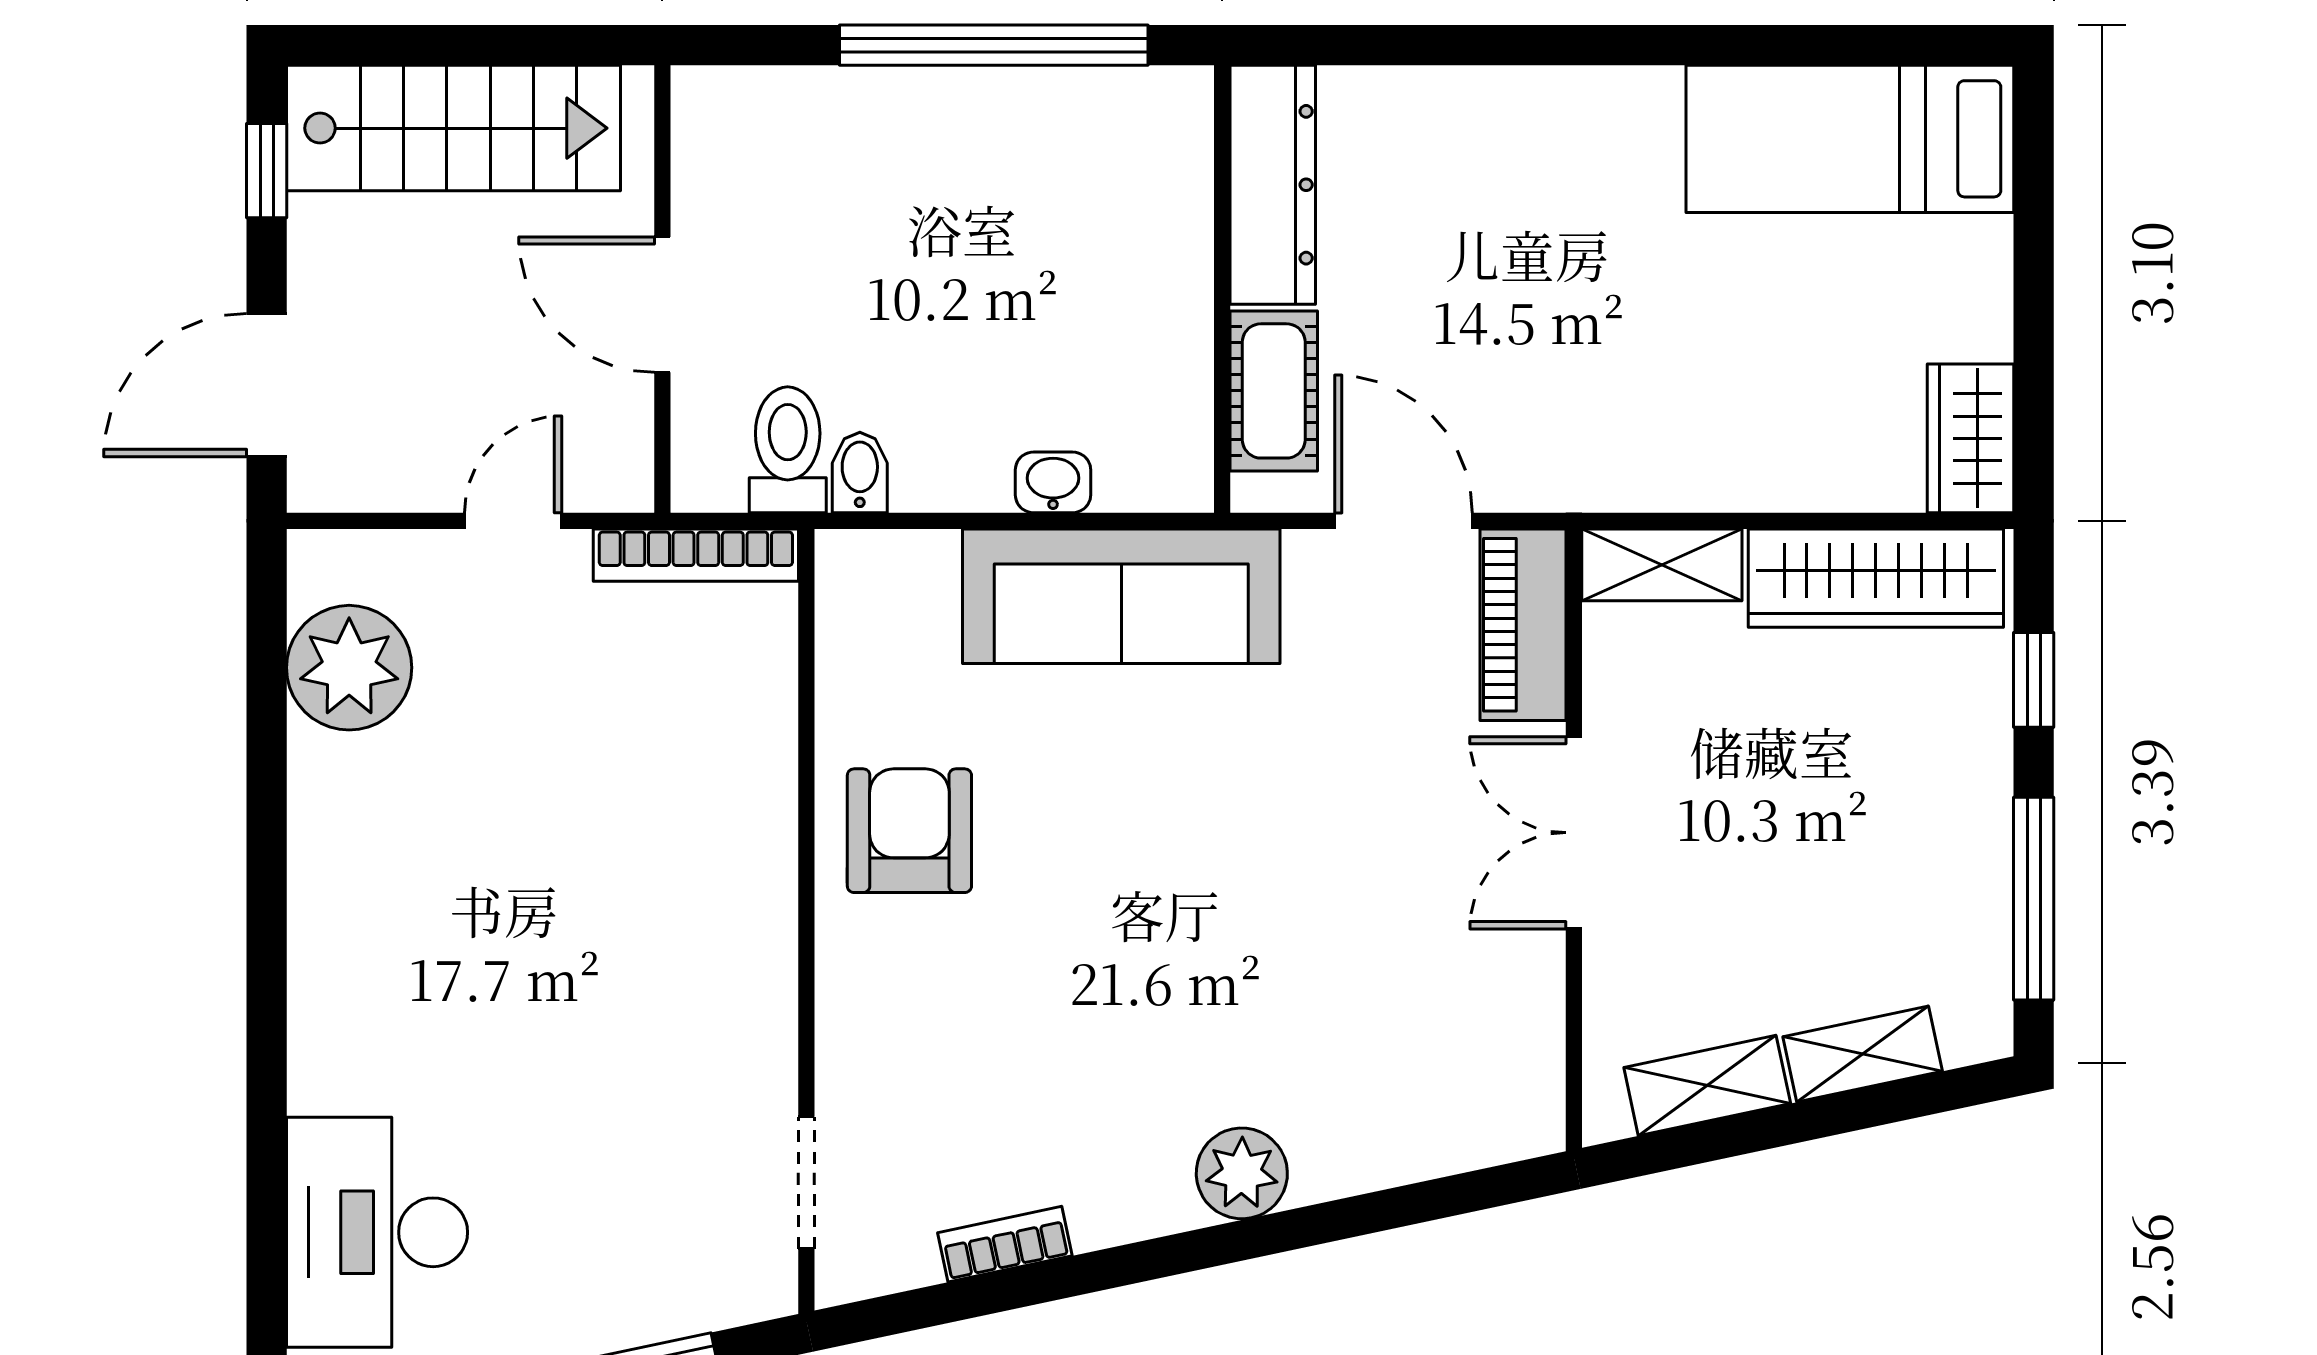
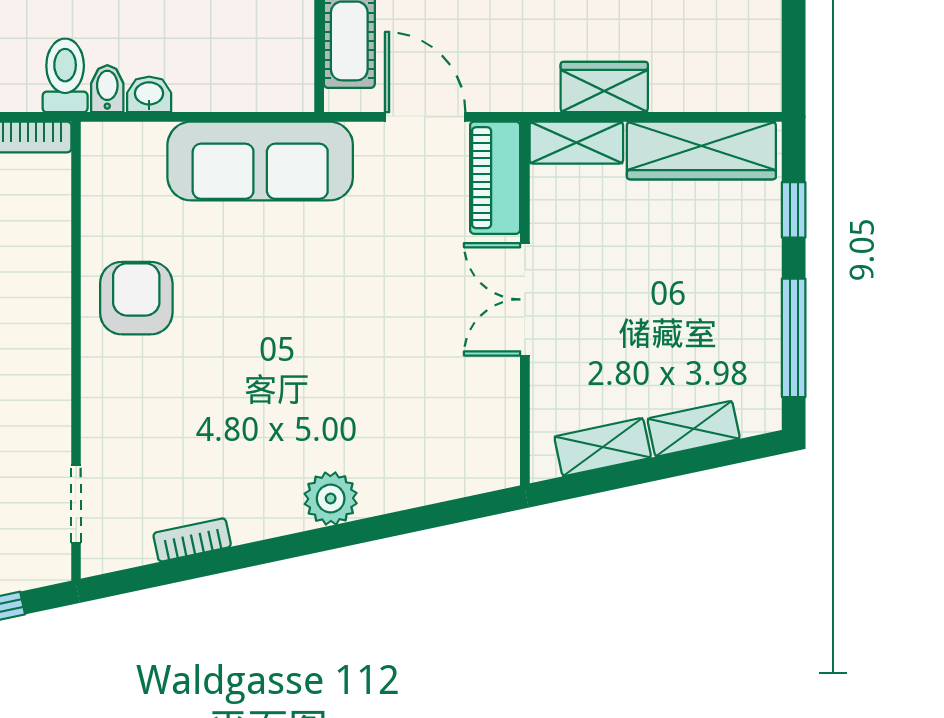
wardrobe: (1971, 438) -> (604, 87), moved, turned 90
washbasin: (1053, 482) -> (149, 94), moved

